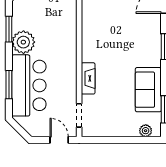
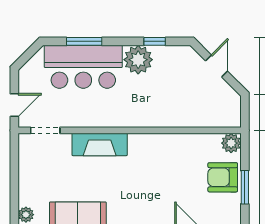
window: (9, 29) -> (155, 41), width x0.67
fireplace: (88, 78) -> (100, 145), width x1.37, depth x1.32

